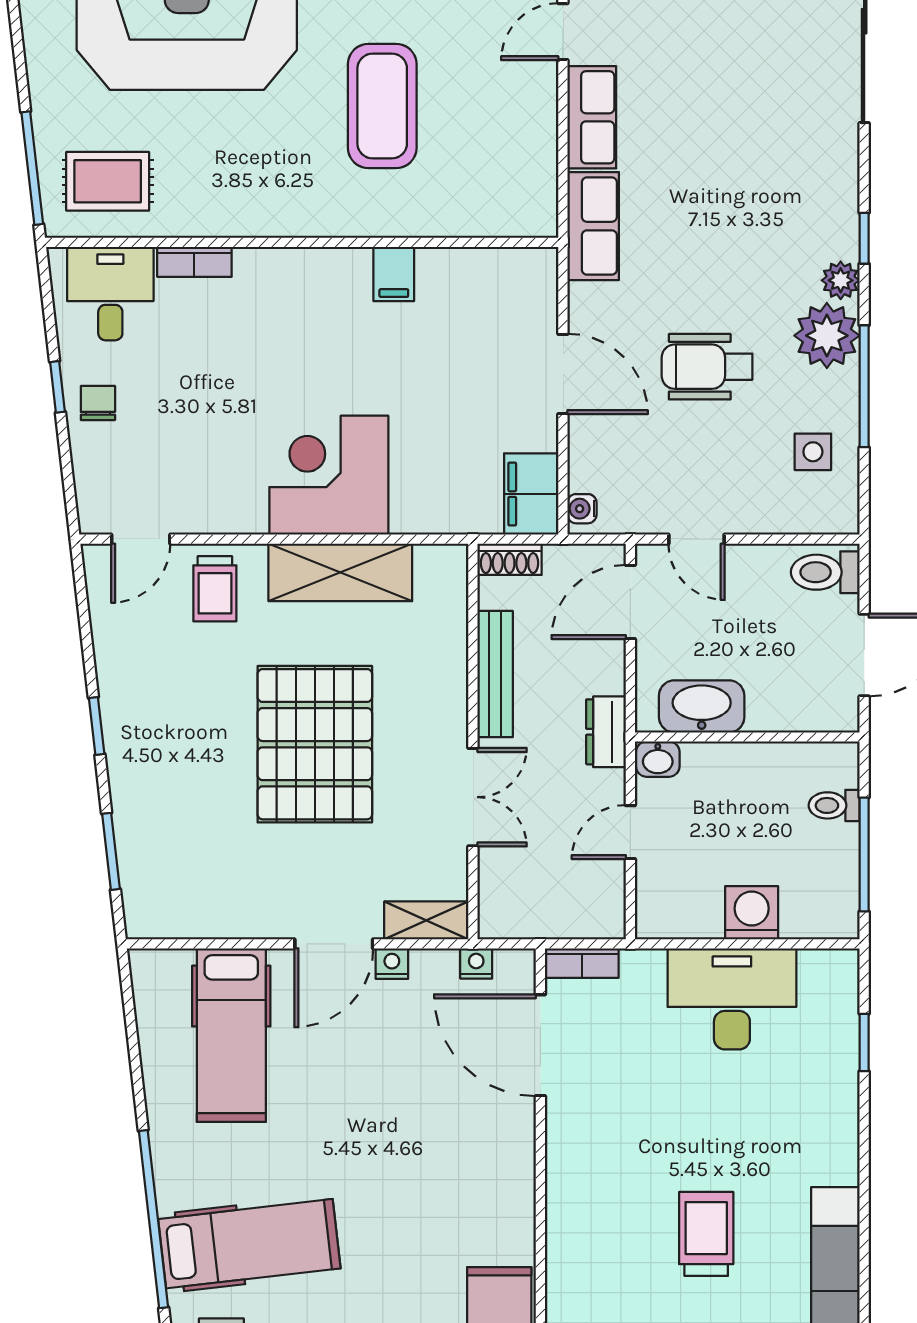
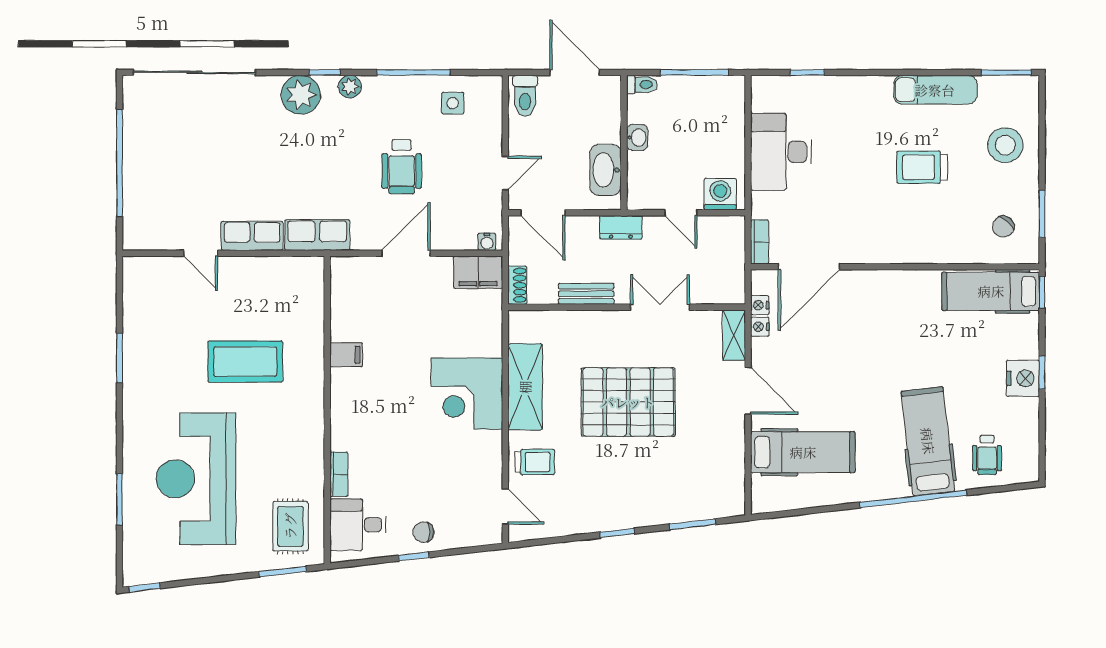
window: (32, 168) -> (283, 572), width x0.69
plant: (827, 336) -> (301, 95), moved
bench: (495, 674) -> (586, 294), width x0.73
washbasin: (658, 759) -> (637, 137), moved
toilet: (834, 805) -> (642, 85), moved, turned -90
washing machine: (752, 913) -> (720, 194), moved, turned 90
nightstand: (392, 964) -> (760, 327), moved

